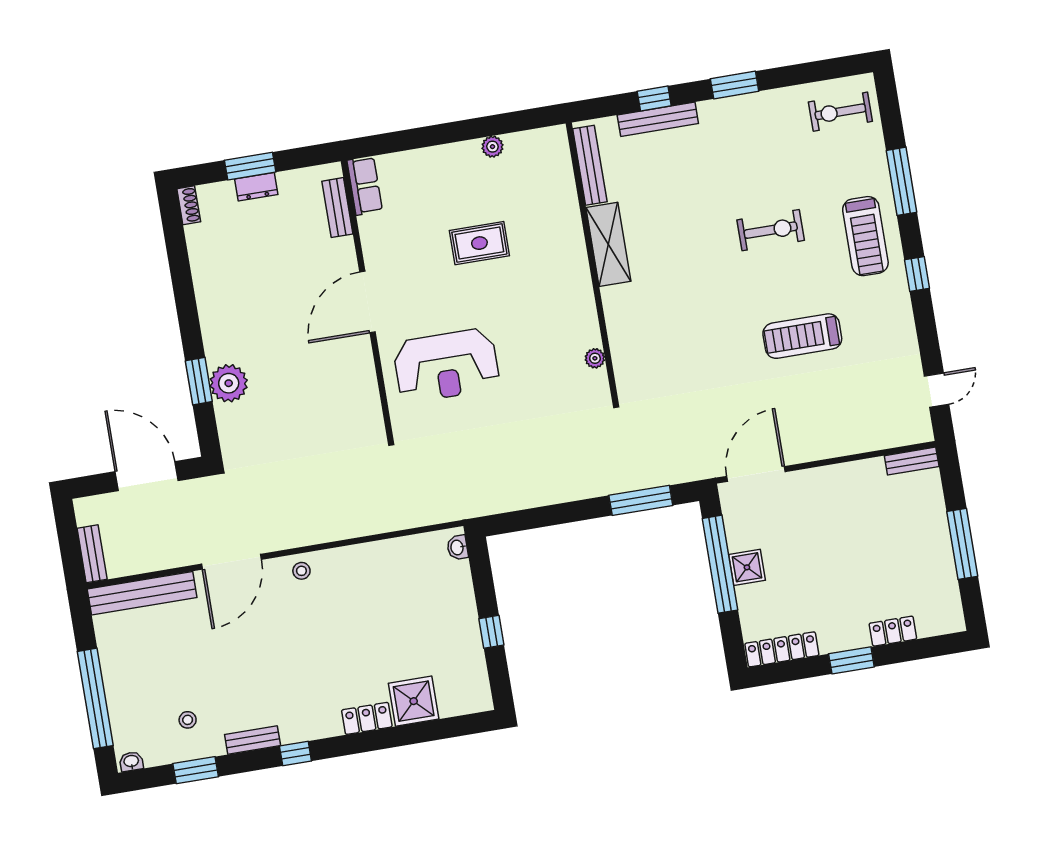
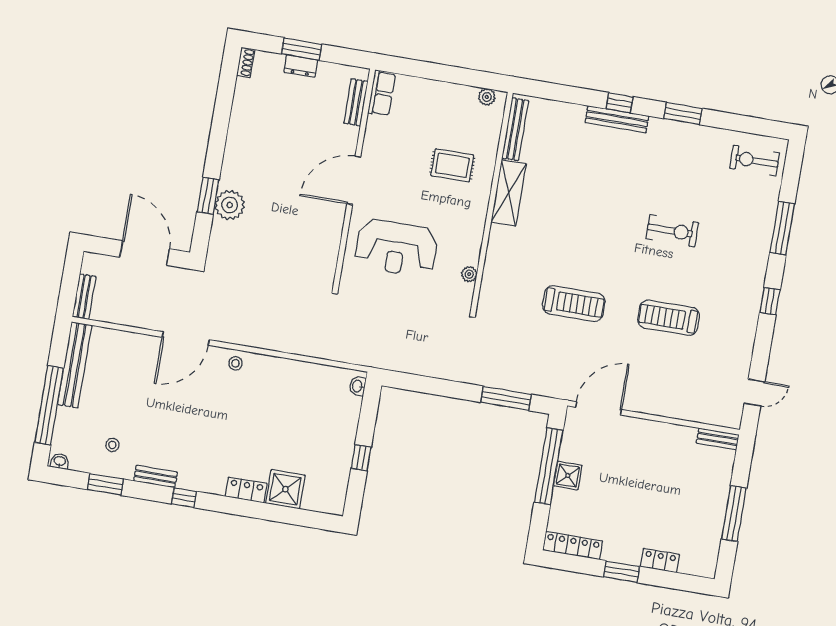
bench: (590, 165) -> (515, 129), moved
treadmill: (865, 236) -> (574, 304), moved, turned -90
shelving: (608, 244) -> (509, 193), moved
wall: (592, 262) -> (492, 202), moved
plant: (595, 358) -> (469, 274), moved
bench: (142, 593) -> (75, 365), moved, turned 90

